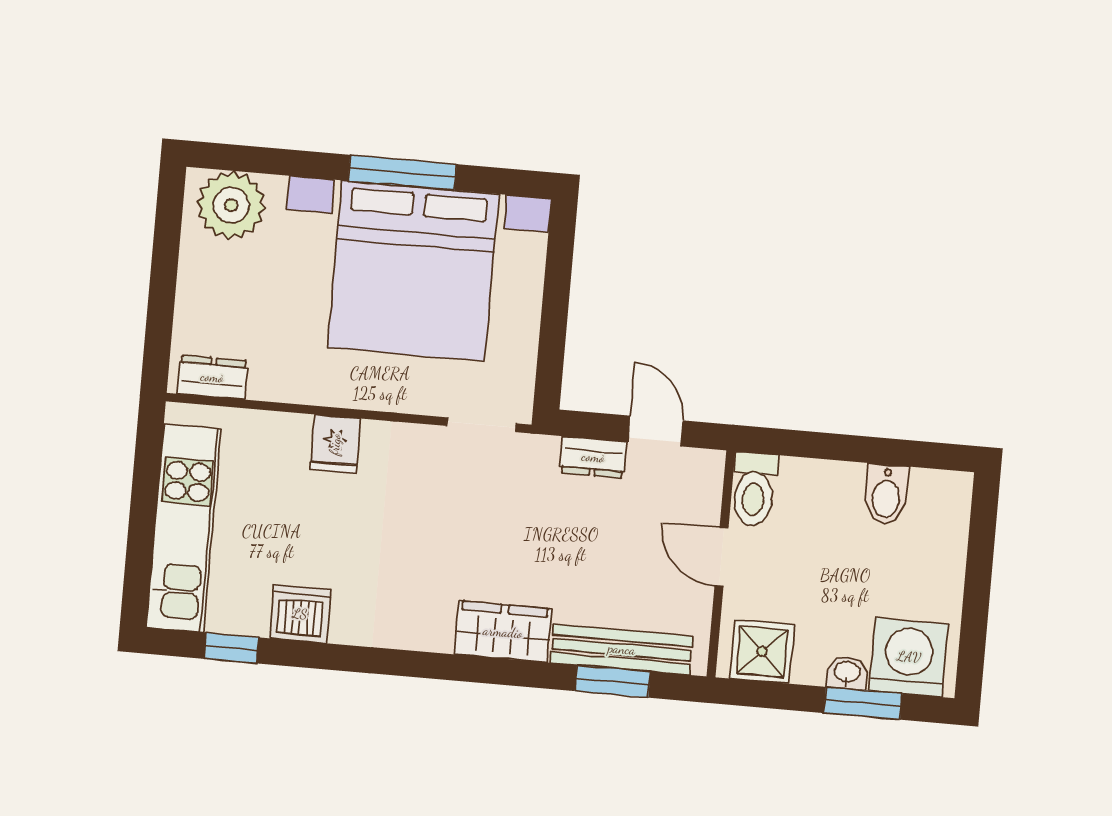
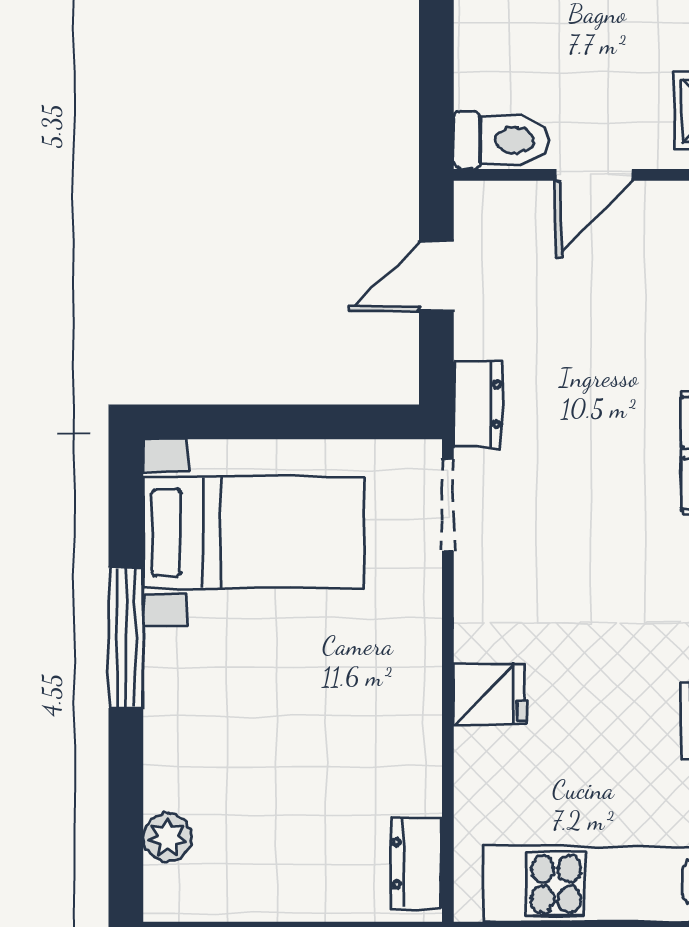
plant: (231, 205) -> (167, 838), width x0.53, depth x0.53
bed with nightstands: (413, 271) -> (254, 533), width x0.54
dresser: (593, 457) -> (478, 405), moved

